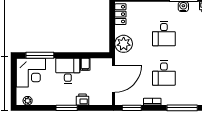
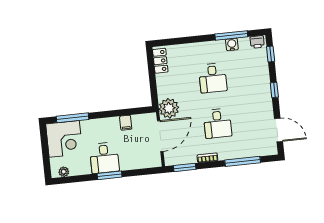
plant: (124, 44) -> (169, 108), moved
desk: (68, 71) -> (104, 158), moved, turned 180
printer: (82, 100) -> (127, 164), removed

